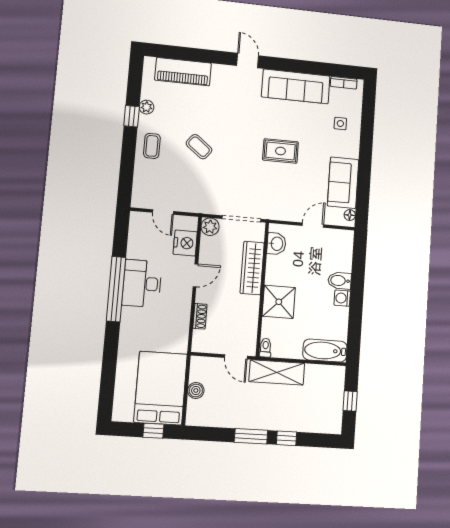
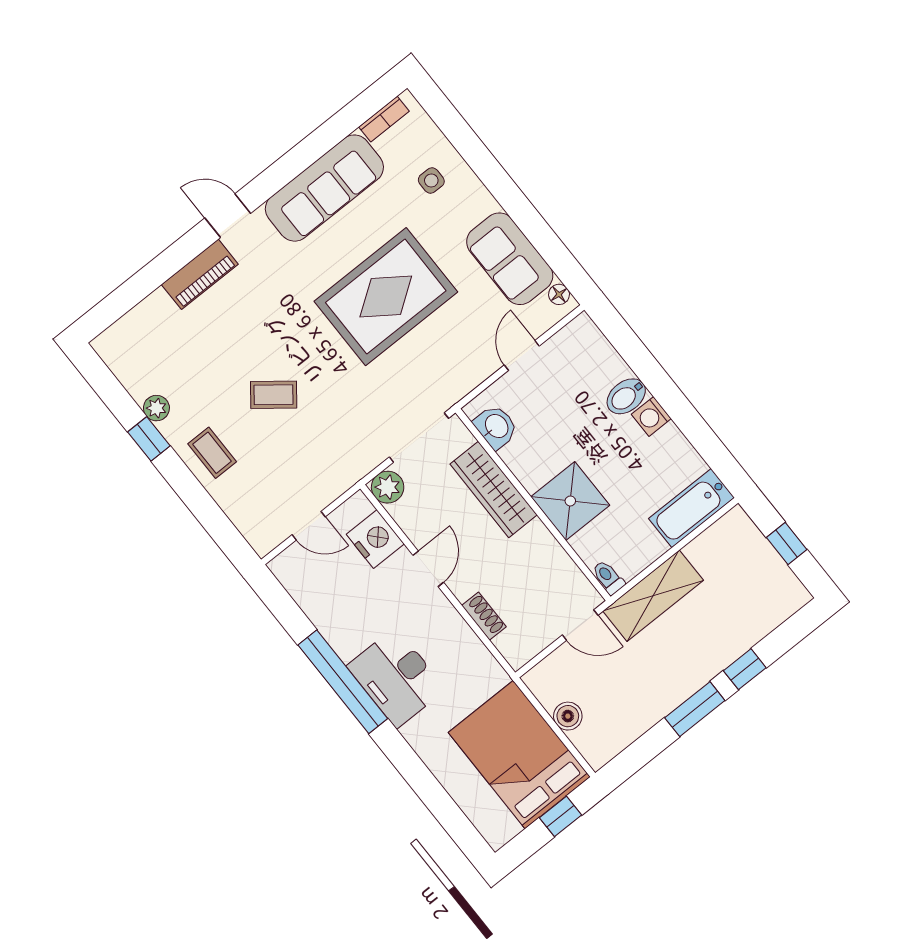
piano: (183, 72) -> (200, 274), moved, width x0.73, depth x0.75
rug: (280, 151) -> (386, 297), width x1.86, depth x2.06
desk: (142, 283) -> (396, 678), moved

